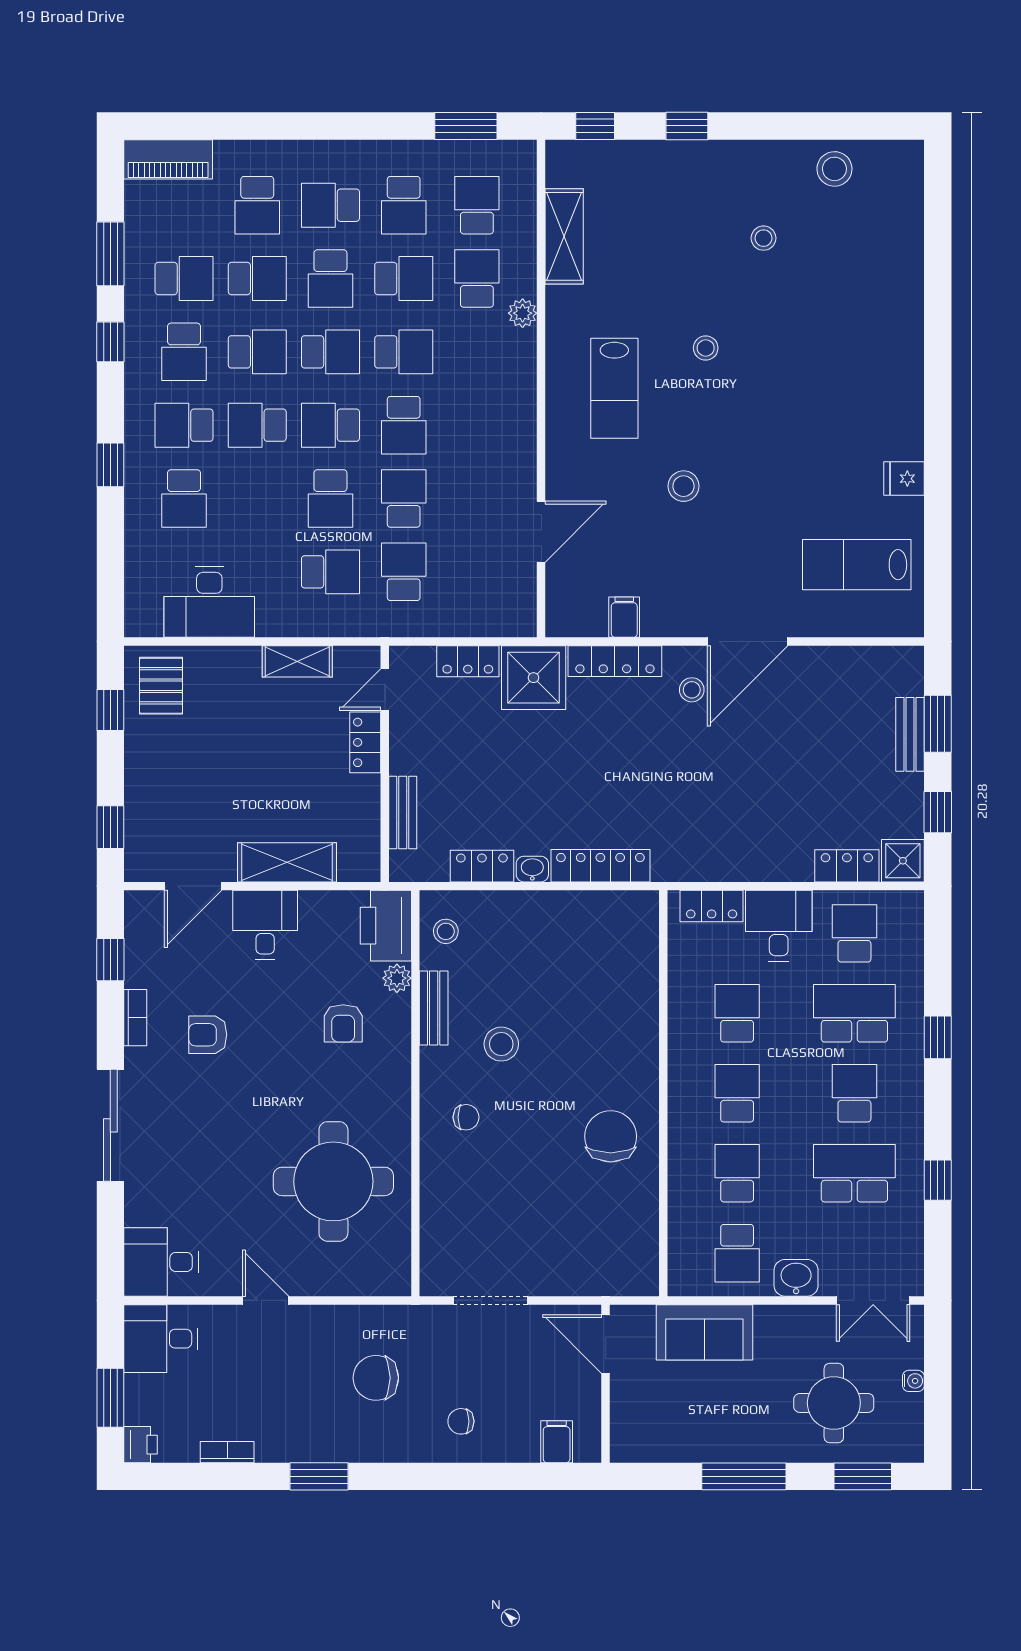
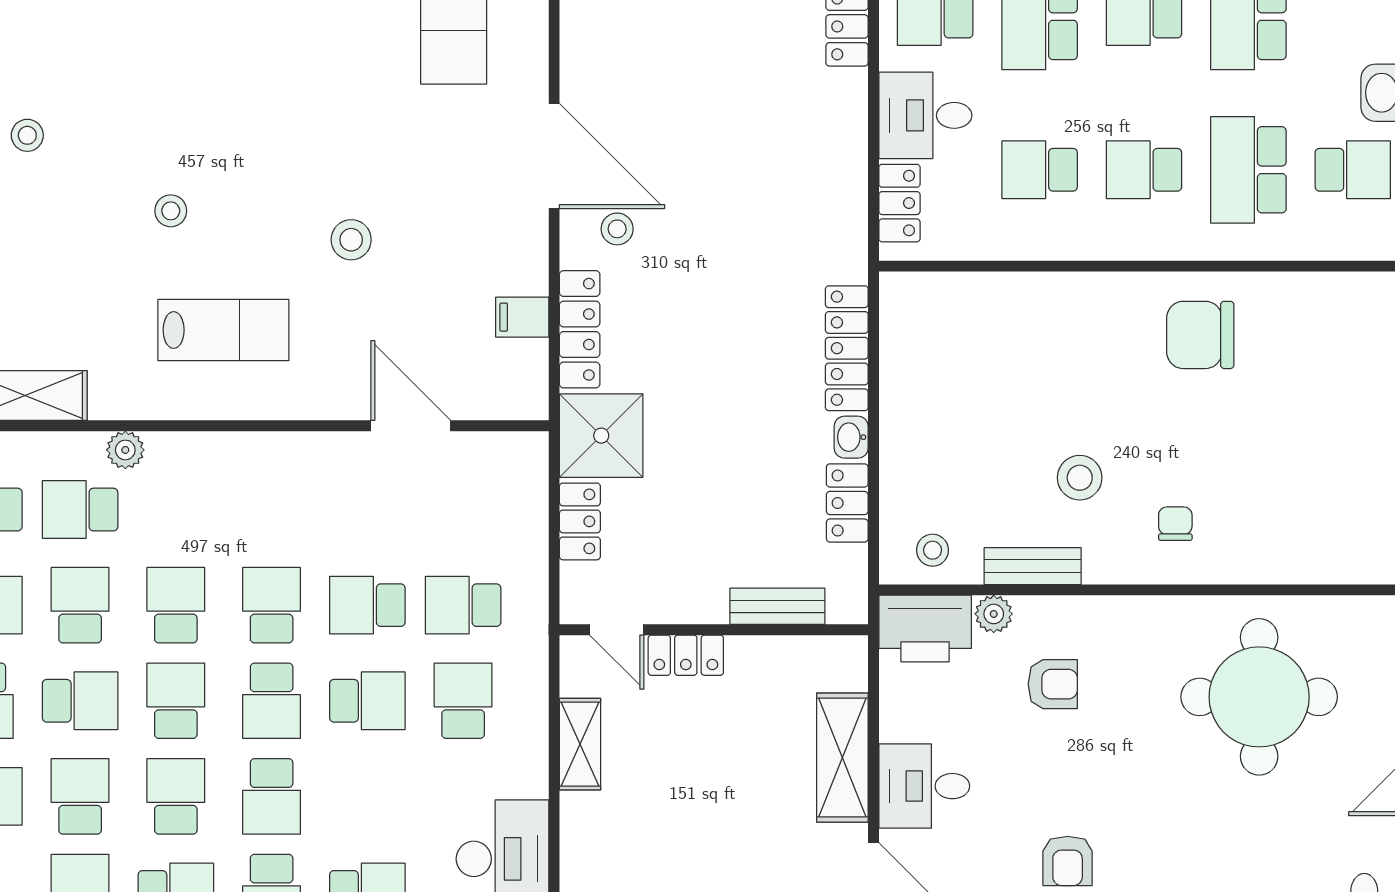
school desk: (404, 425) -> (272, 605), turned -90
school desk: (737, 1173) -> (1248, 170), width x1.85

